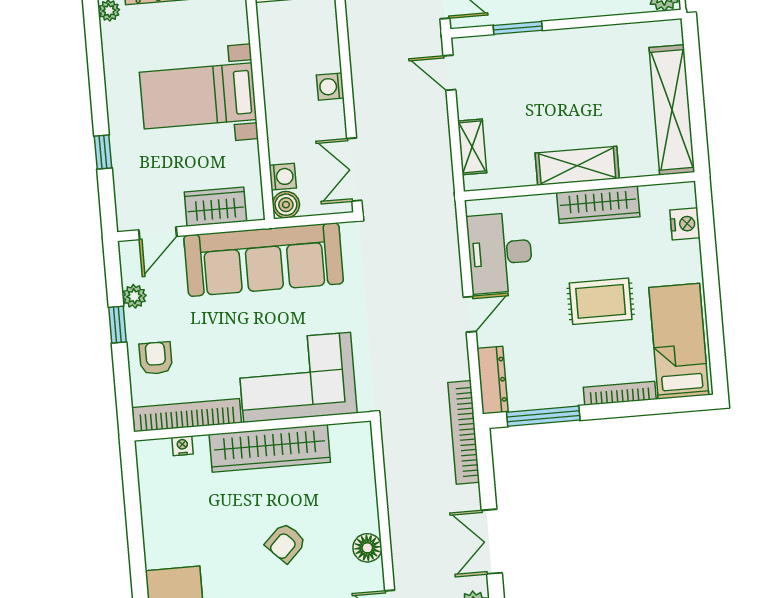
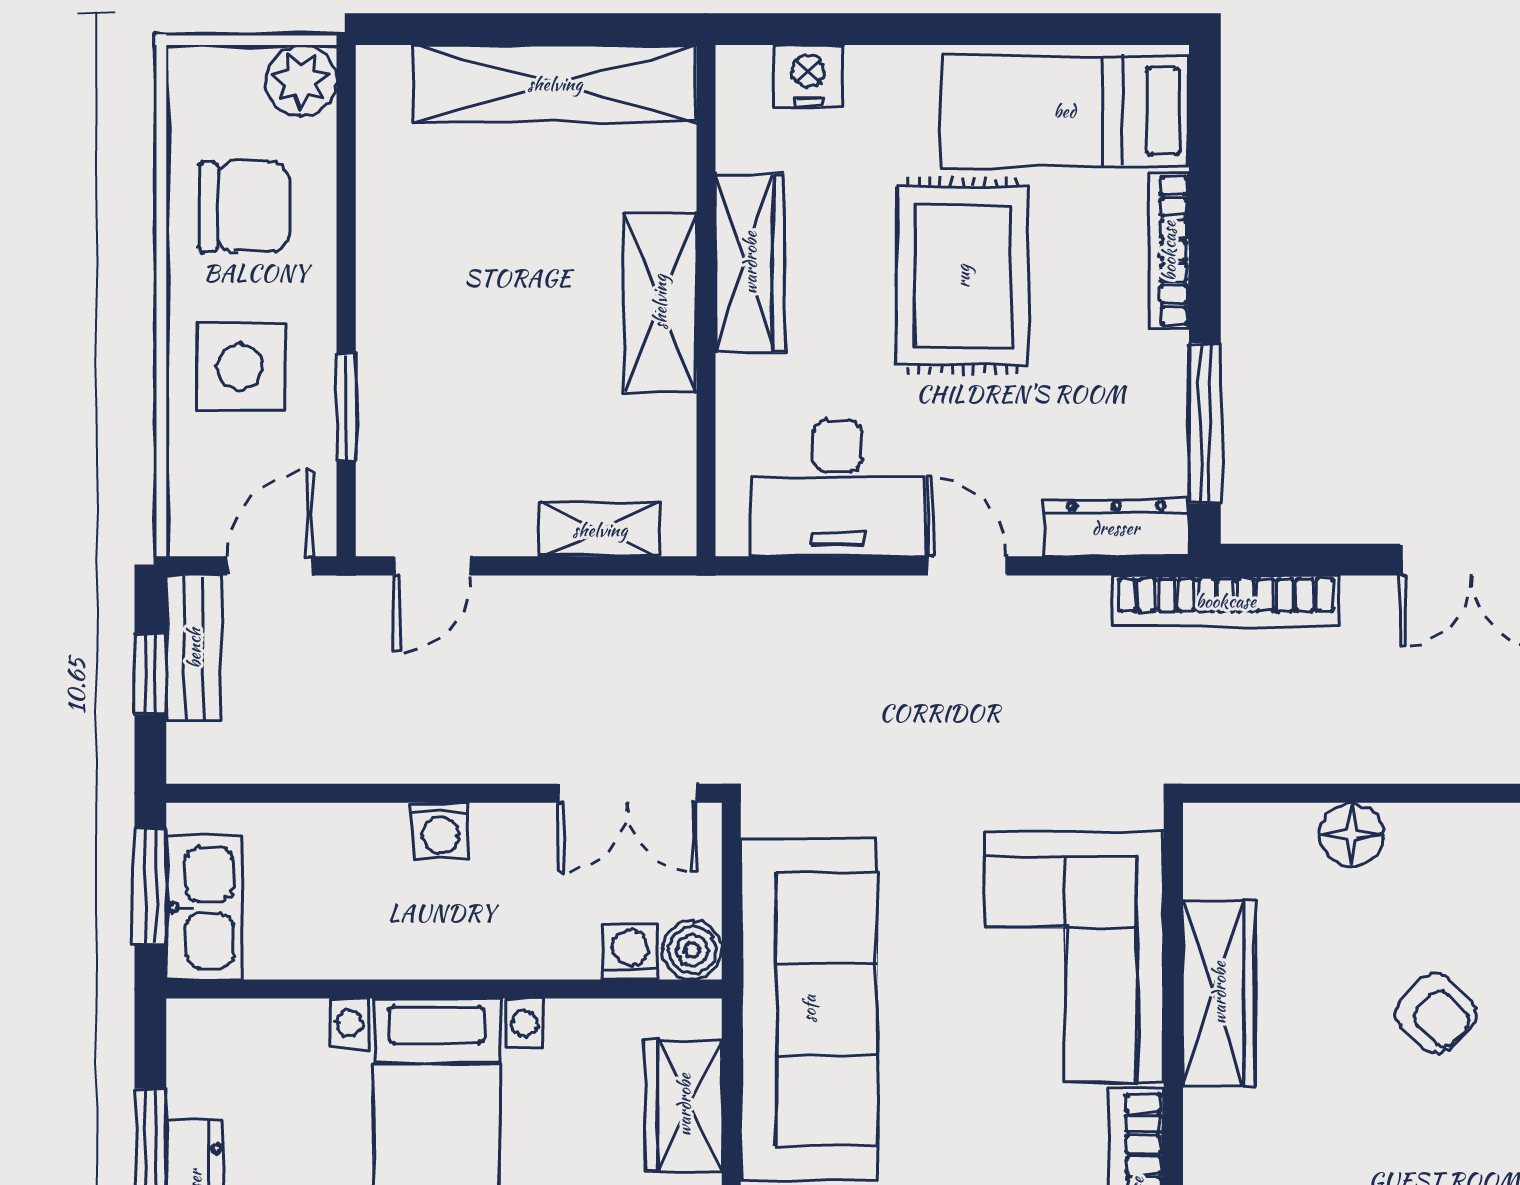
rug: (601, 301) -> (963, 276), width x1.36, depth x1.43
wardrobe: (270, 448) -> (1219, 993), width x0.71, depth x0.85
floor lamp: (367, 548) -> (1351, 834), moved

